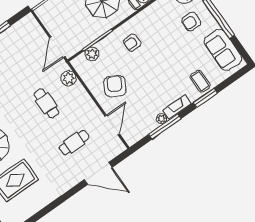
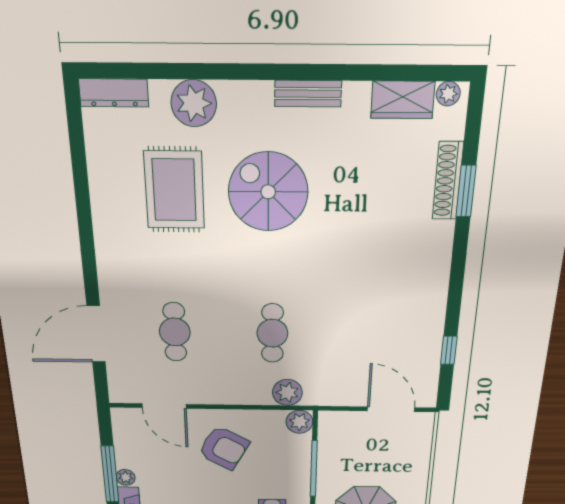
door: (57, 47) -> (391, 409), moved
plant: (92, 54) -> (299, 422), moved
cafe table: (46, 103) -> (272, 333), turned 90

